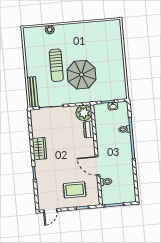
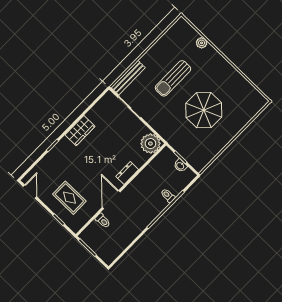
parasol: (82, 75) -> (204, 110), moved
dresser: (89, 129) -> (127, 173), moved
door: (50, 211) -> (30, 191), swing flipped

